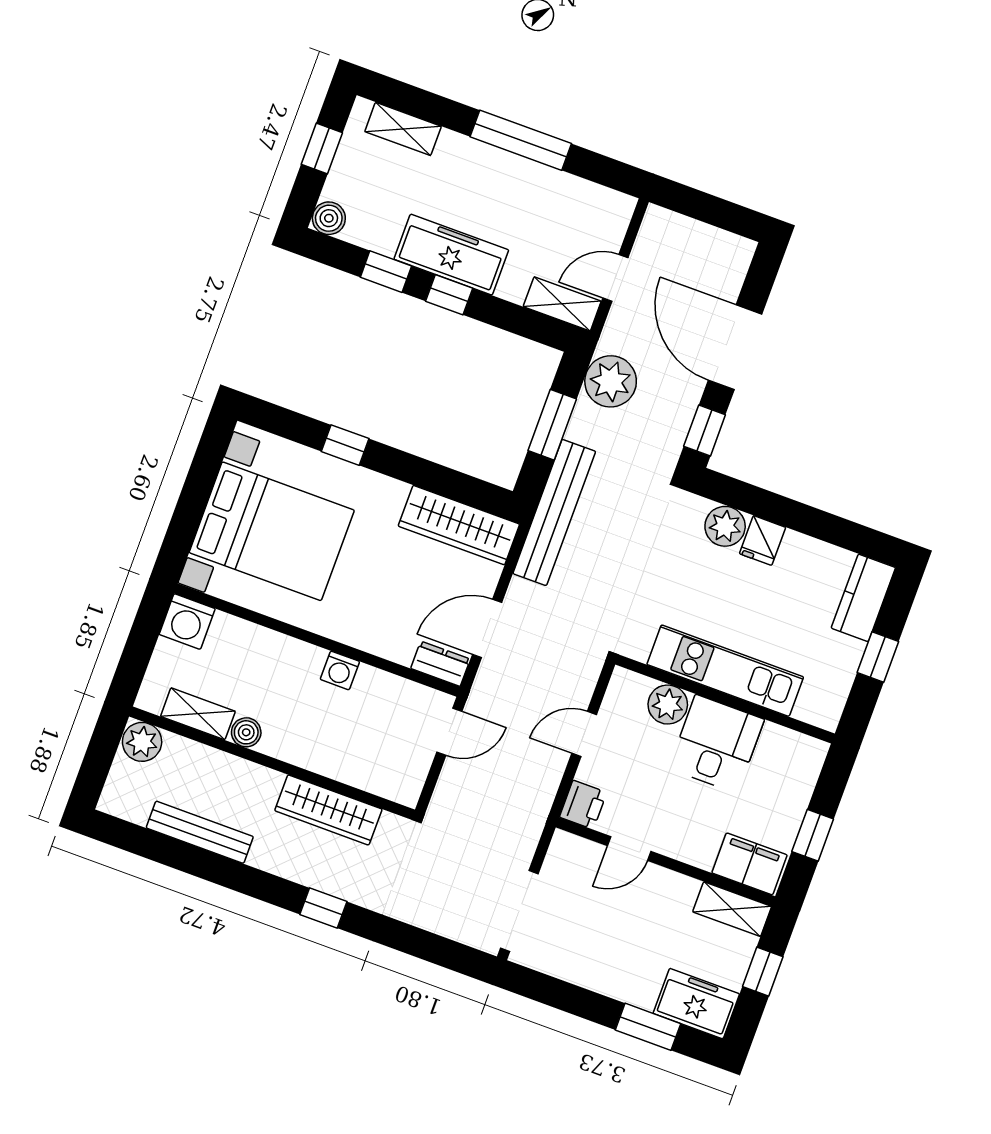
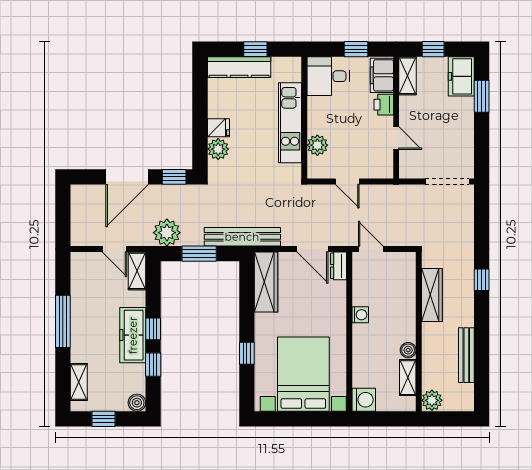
kitchen counter: (863, 598) -> (239, 67), width x1.50
desk: (716, 744) -> (328, 76), moved
printer: (583, 805) -> (384, 105), moved, turned -90

